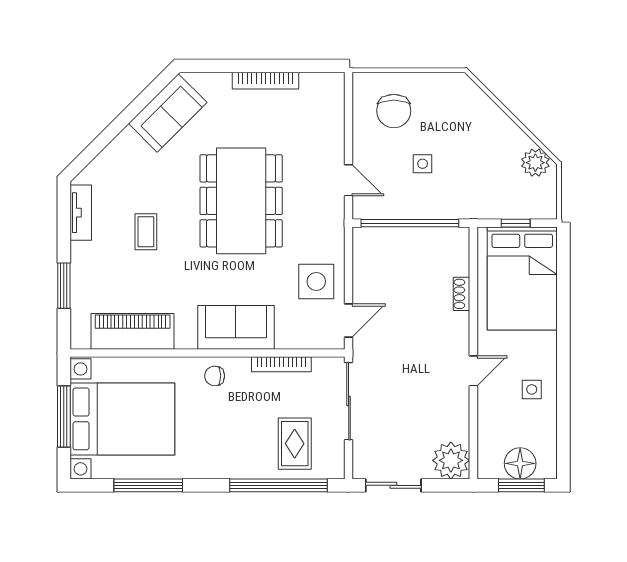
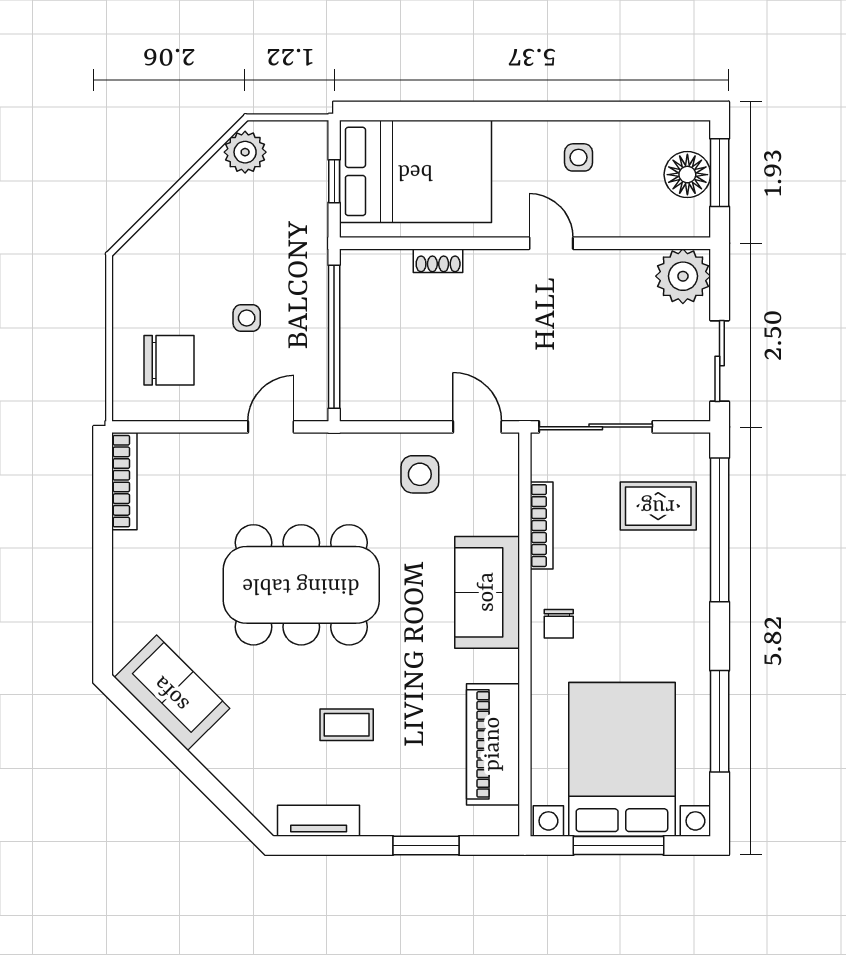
bookcase: (266, 81) -> (124, 481), moved
side table: (316, 281) -> (420, 474), width x0.73, depth x0.73

